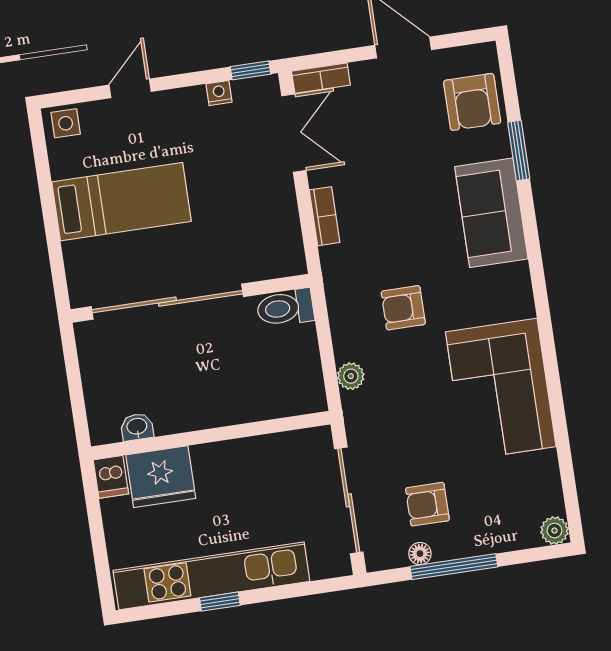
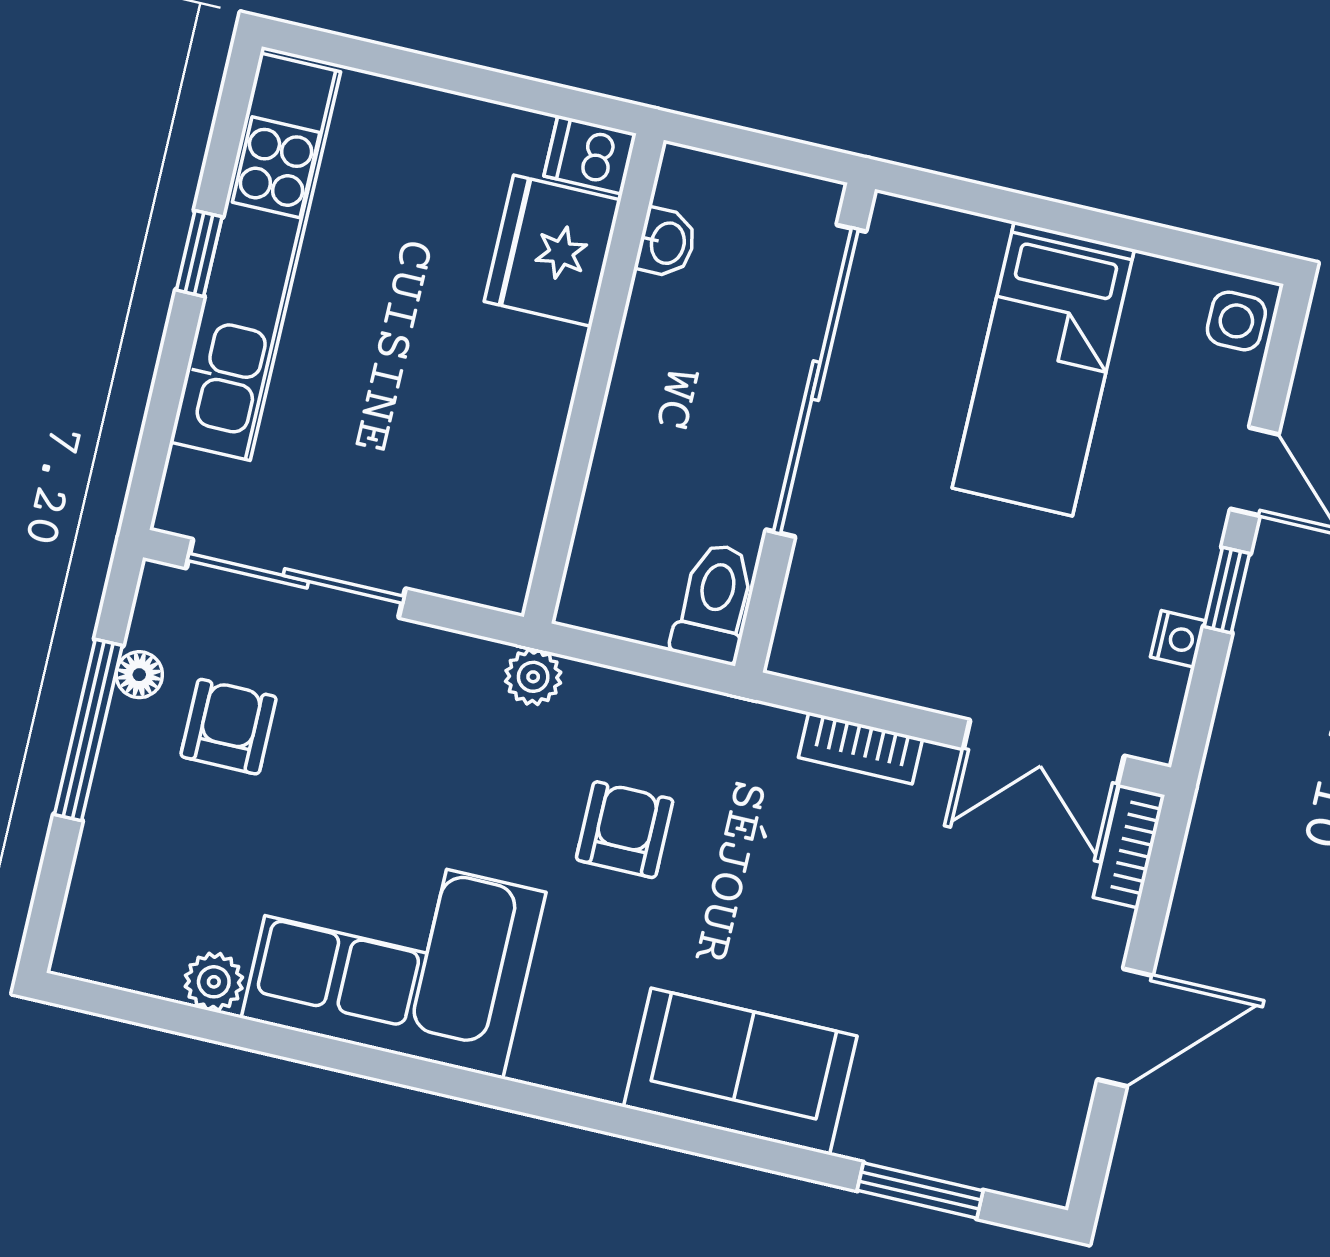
window: (251, 70) -> (1227, 590), moved
armchair: (472, 102) -> (968, 1119), removed
window: (519, 150) -> (920, 1190), moved
washbasin: (137, 427) -> (666, 243), moved
wall: (211, 435) -> (594, 378), moved
dishwasher: (111, 477) -> (590, 155), moved
fridge: (161, 477) -> (553, 251), moved
plant: (554, 531) -> (214, 982), moved

